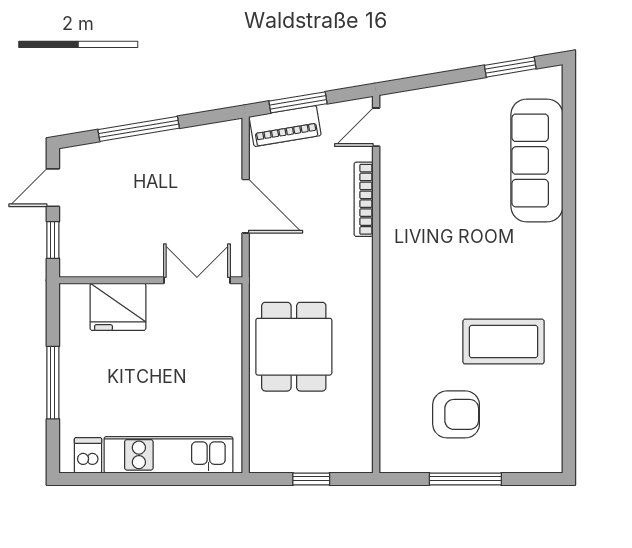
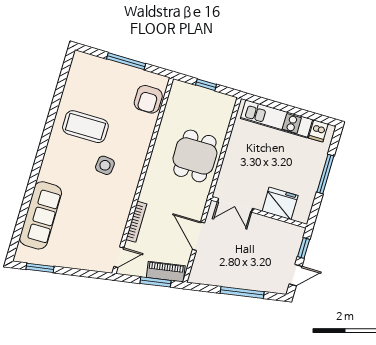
side table: (449, 283) -> (105, 165), added
armchair: (456, 414) -> (148, 99), moved, turned -90

